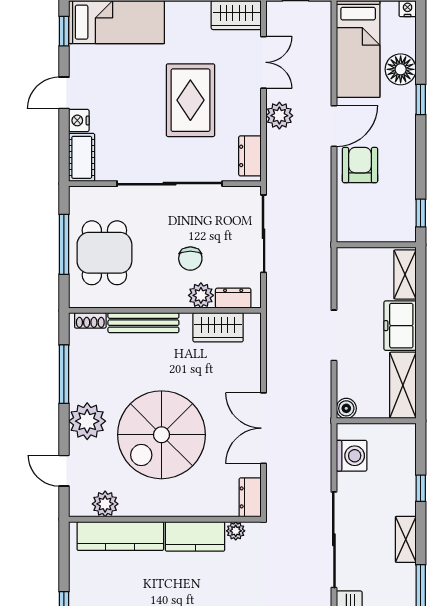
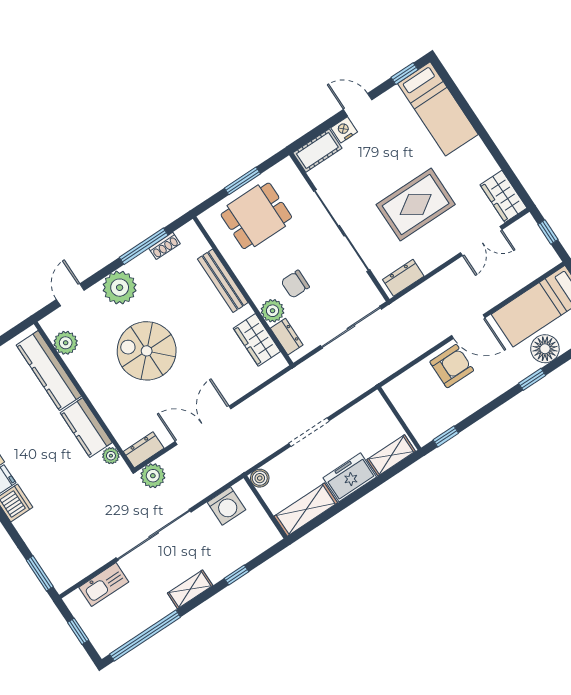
plant: (279, 116) -> (153, 476), moved
window: (64, 244) -> (242, 181), width x0.69
shoe rack: (90, 320) -> (165, 246), moved, turned -90
spiral stairs: (161, 435) -> (147, 351), width x0.73, depth x0.73

